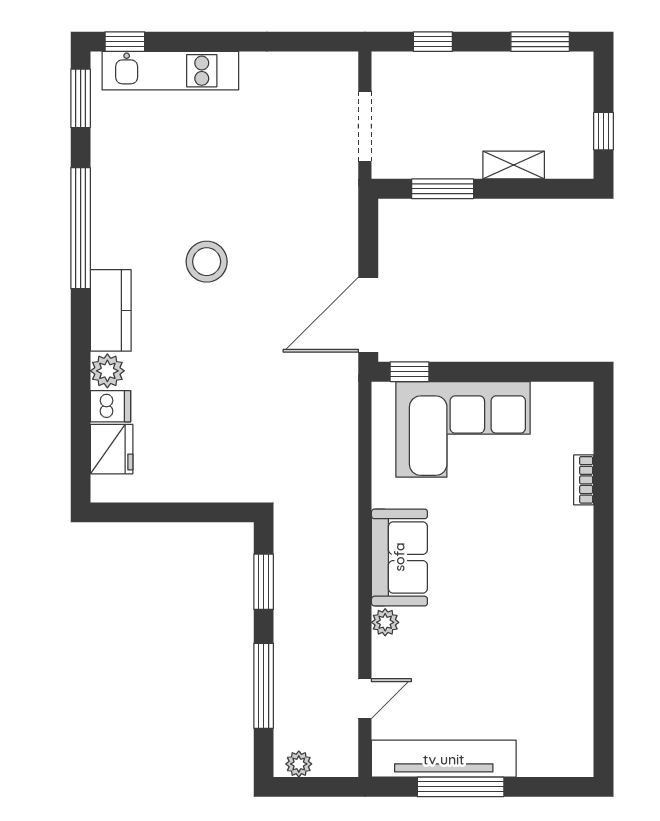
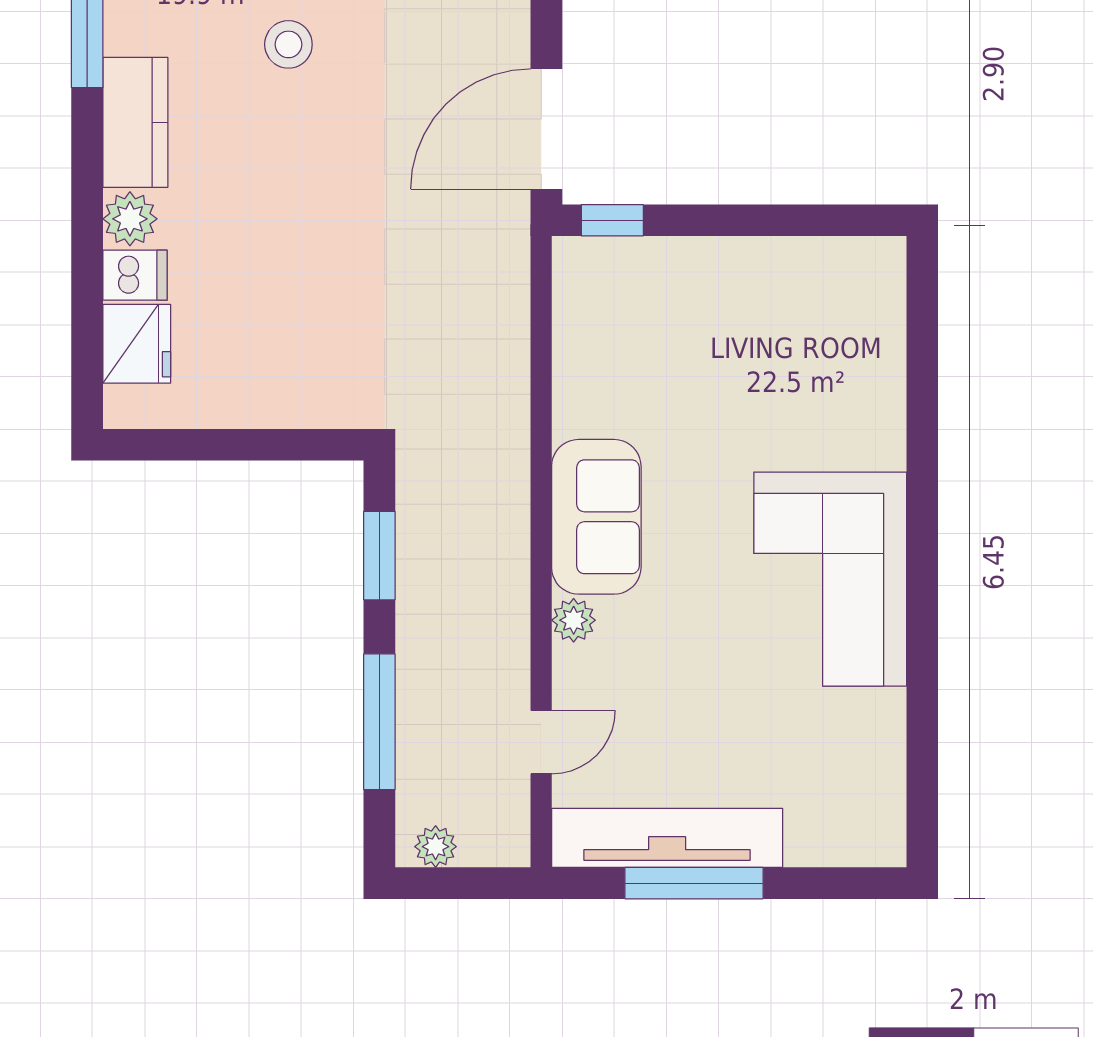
stool: (207, 262) -> (288, 44), width x0.73, depth x0.73
corner sofa: (463, 429) -> (830, 579), moved, turned 90
bookcase: (584, 480) -> (891, 393), removed

